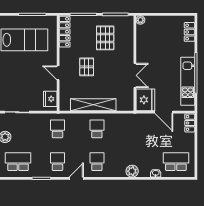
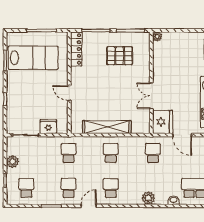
pallet: (105, 38) -> (120, 56), turned 90
pallet: (87, 67) -> (100, 87), removed
double door: (135, 75) -> (151, 96), swing flipped
fridge: (50, 99) -> (48, 127), moved, turned 90
school desk: (136, 129) -> (153, 153), added
school desk: (18, 162) -> (26, 188), width x0.54

